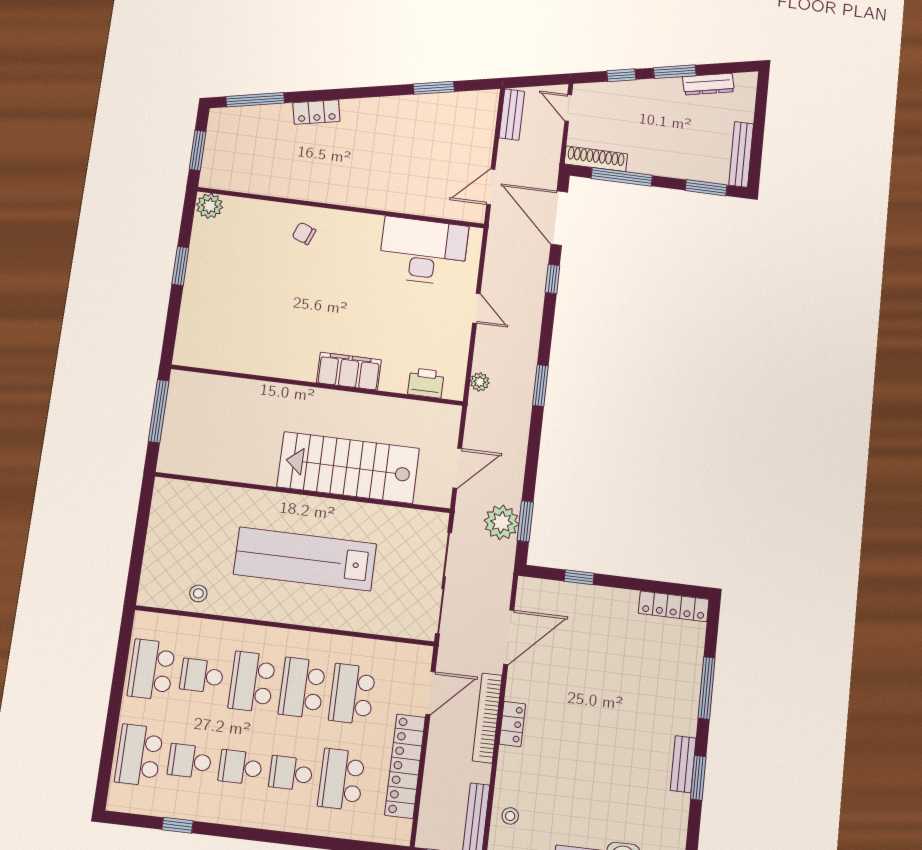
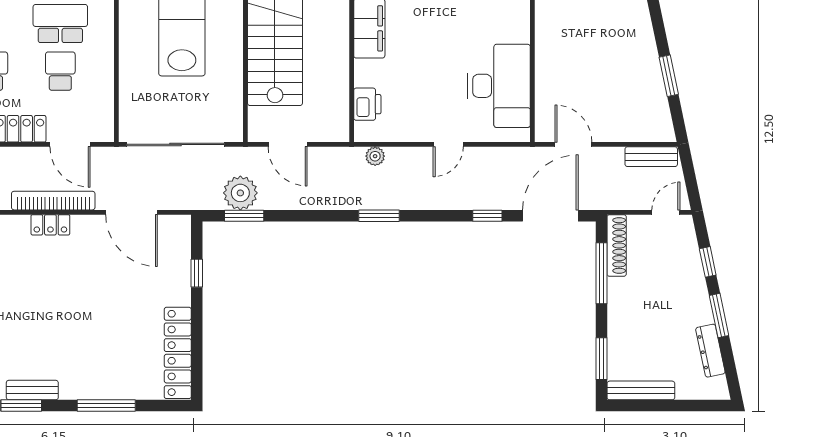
locker: (674, 606) -> (178, 353), width x1.41, depth x1.21
school desk: (352, 694) -> (60, 71), width x0.54

